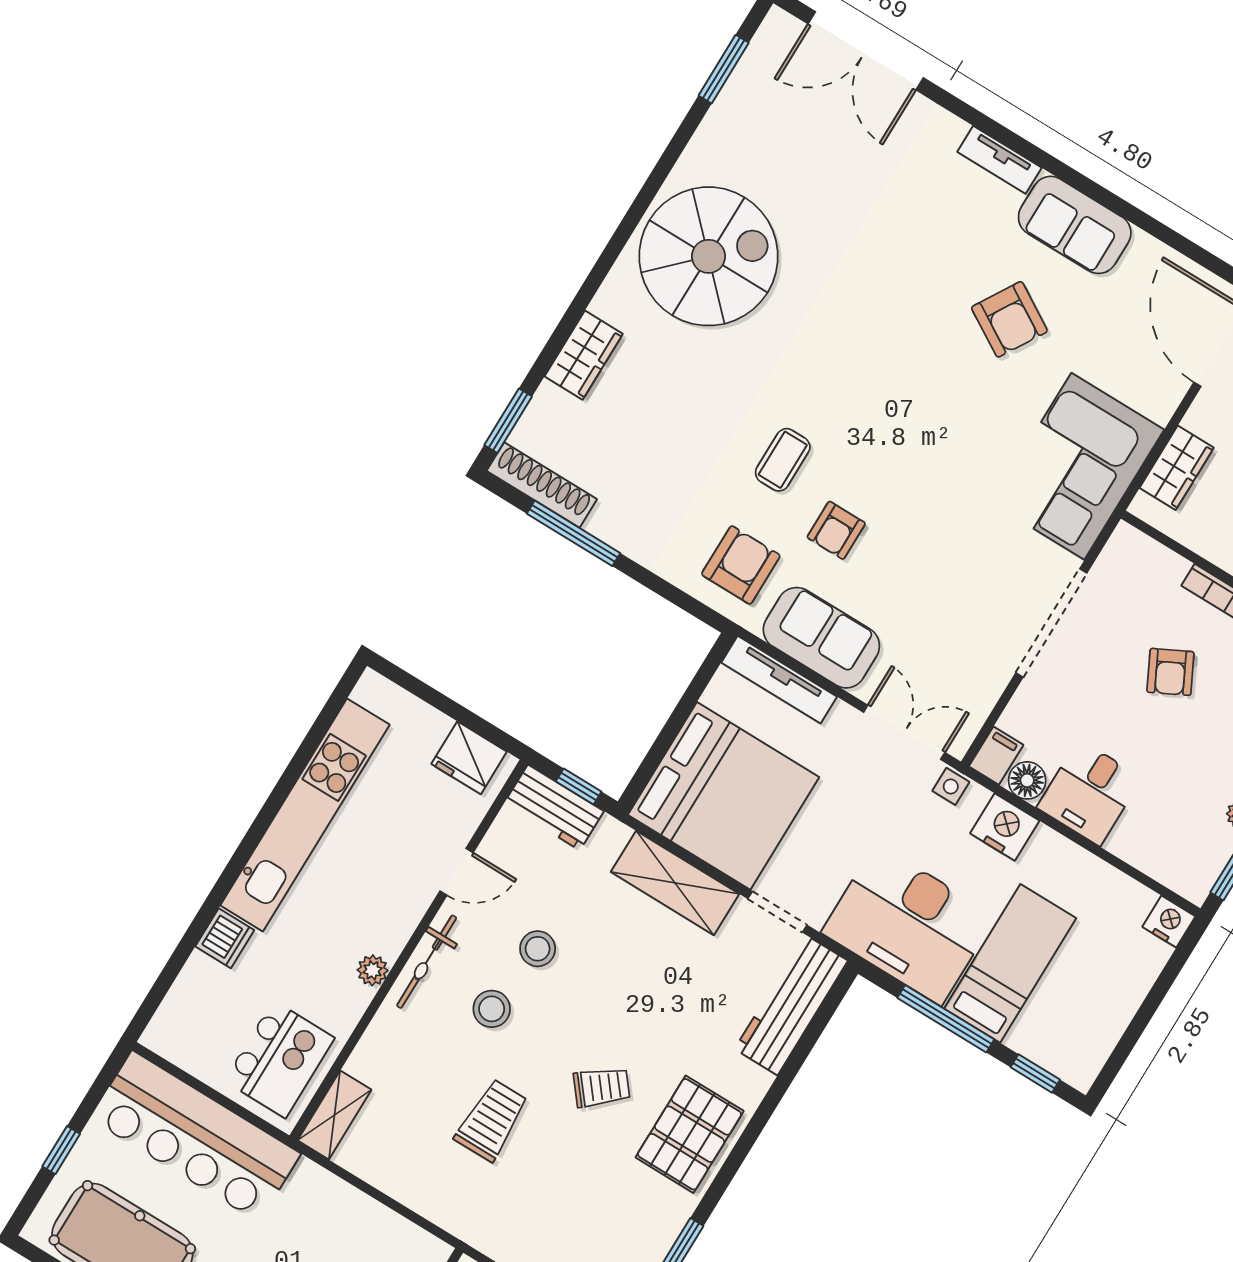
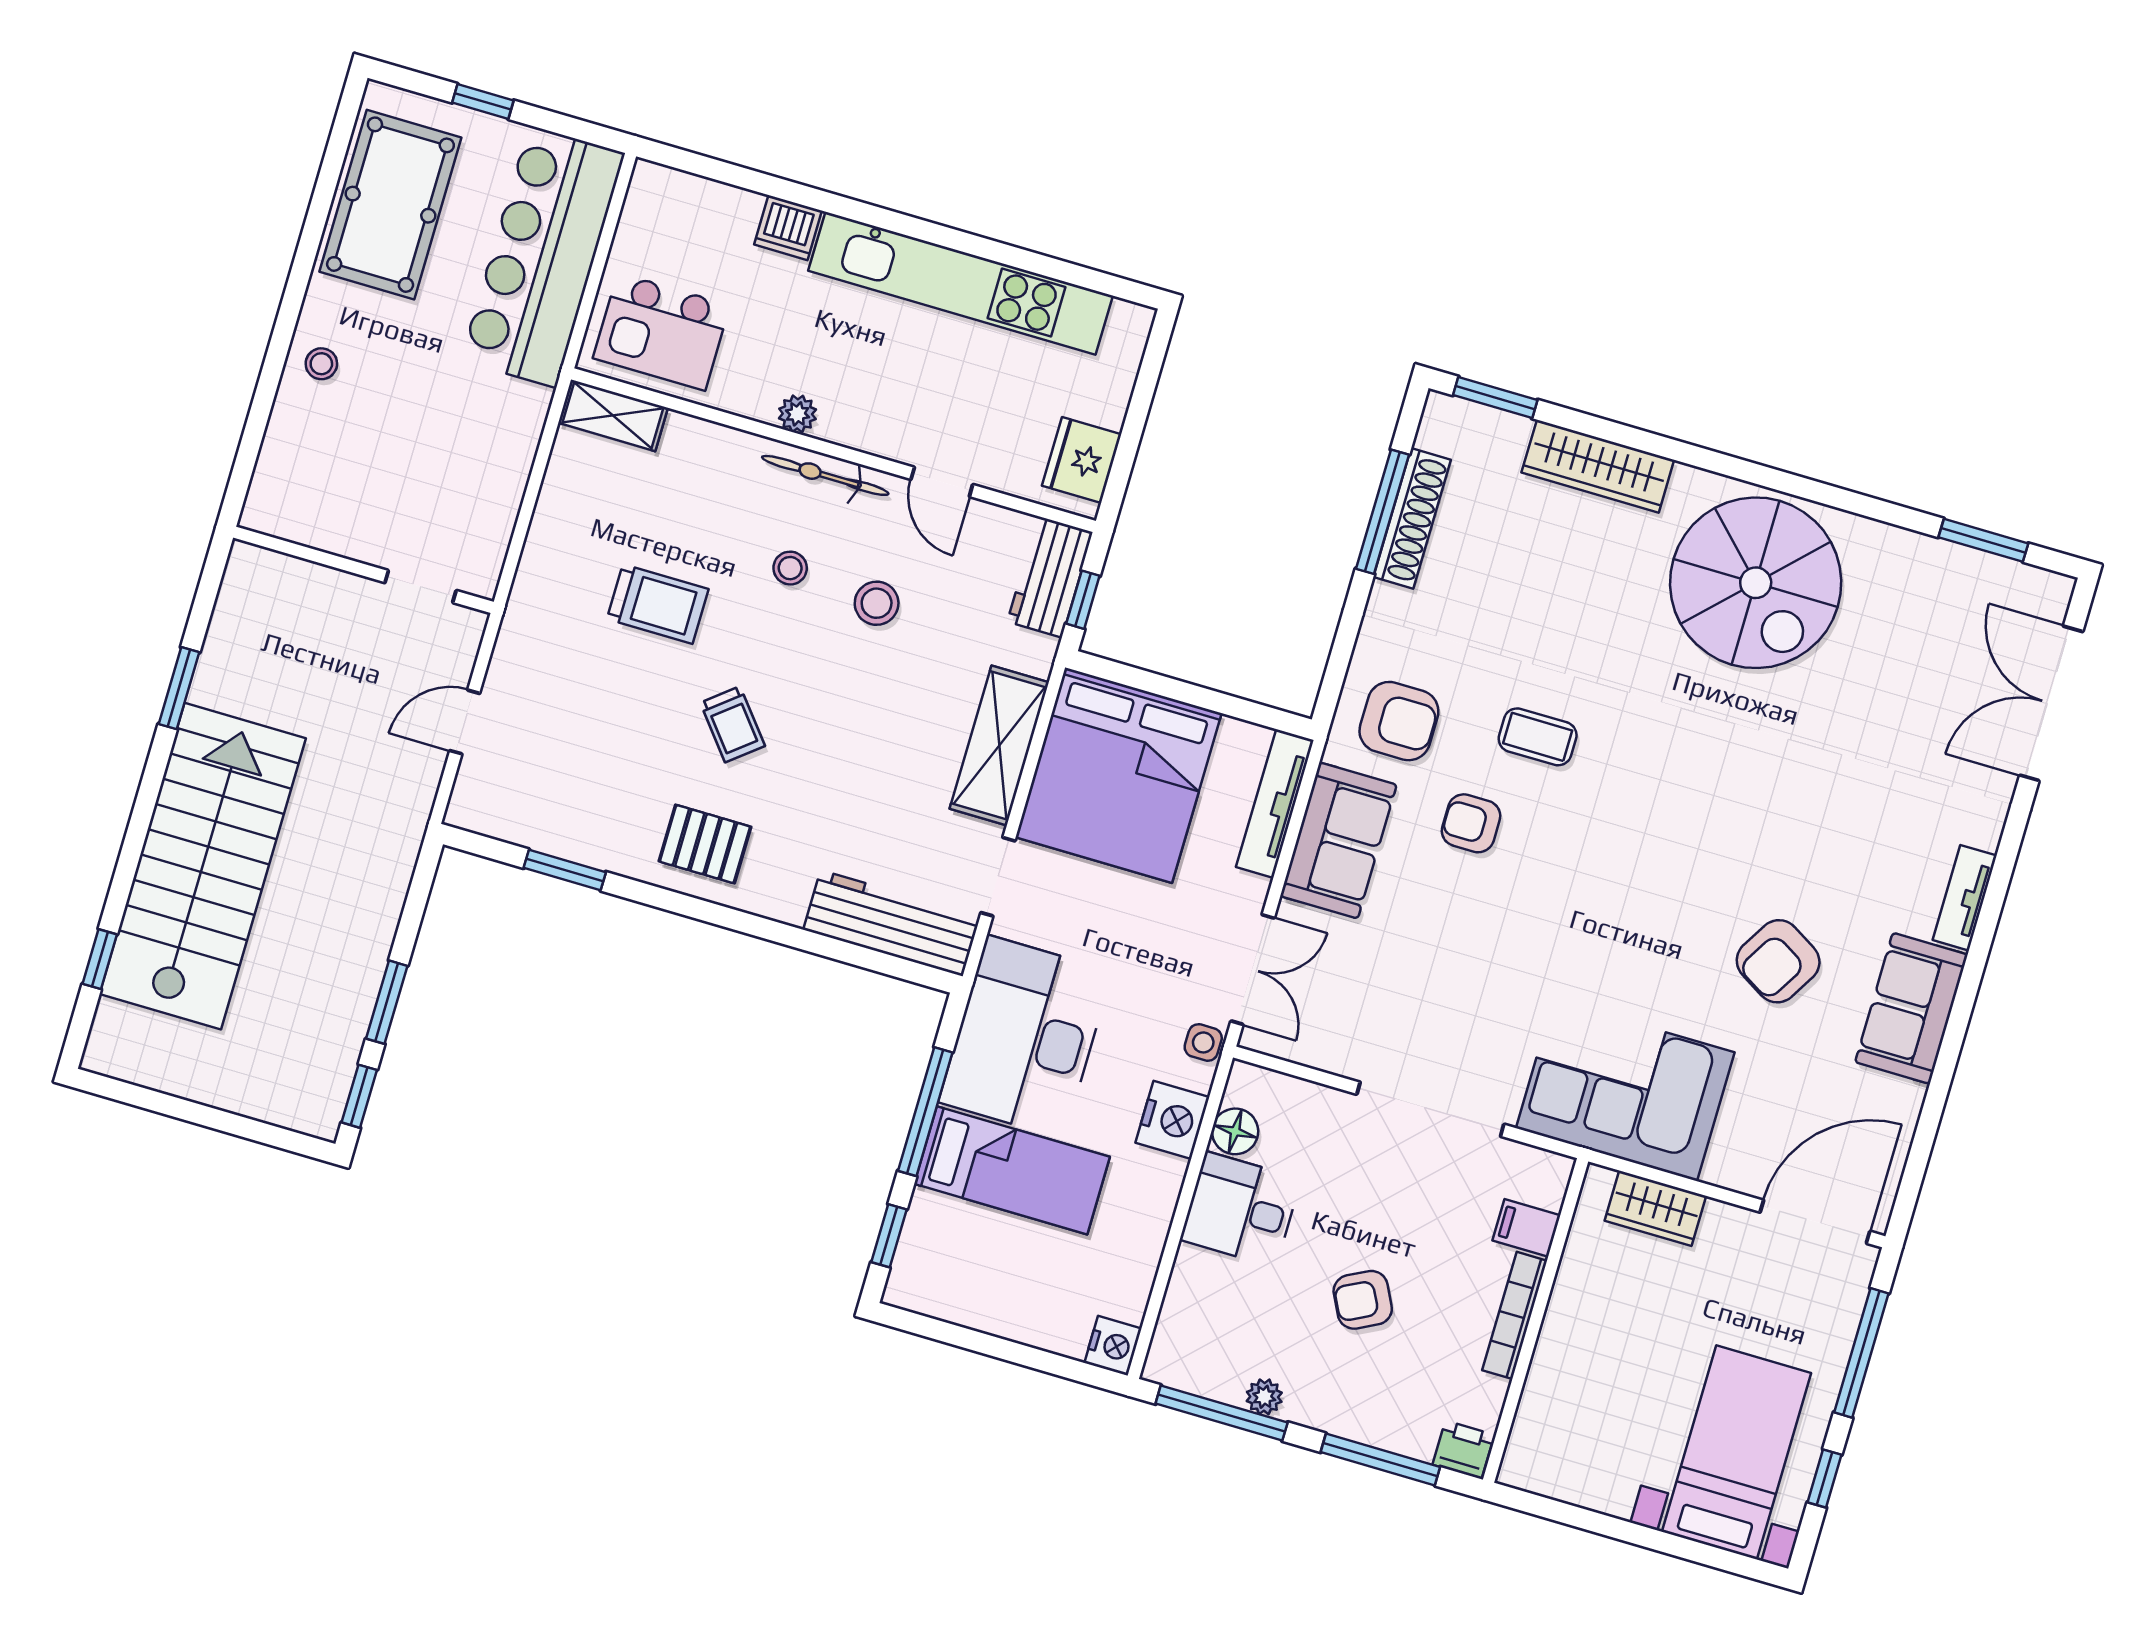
wardrobe: (584, 355) -> (1598, 466), width x1.50
shoe rack: (542, 485) -> (1412, 518), moved
armchair: (1170, 672) -> (1363, 1300), moved
filing cabinet: (996, 756) -> (1526, 1228), moved, turned 180
stool: (492, 1009) -> (790, 568), width x0.73, depth x0.73
pallet: (690, 1134) -> (705, 844), width x0.67, depth x0.71

